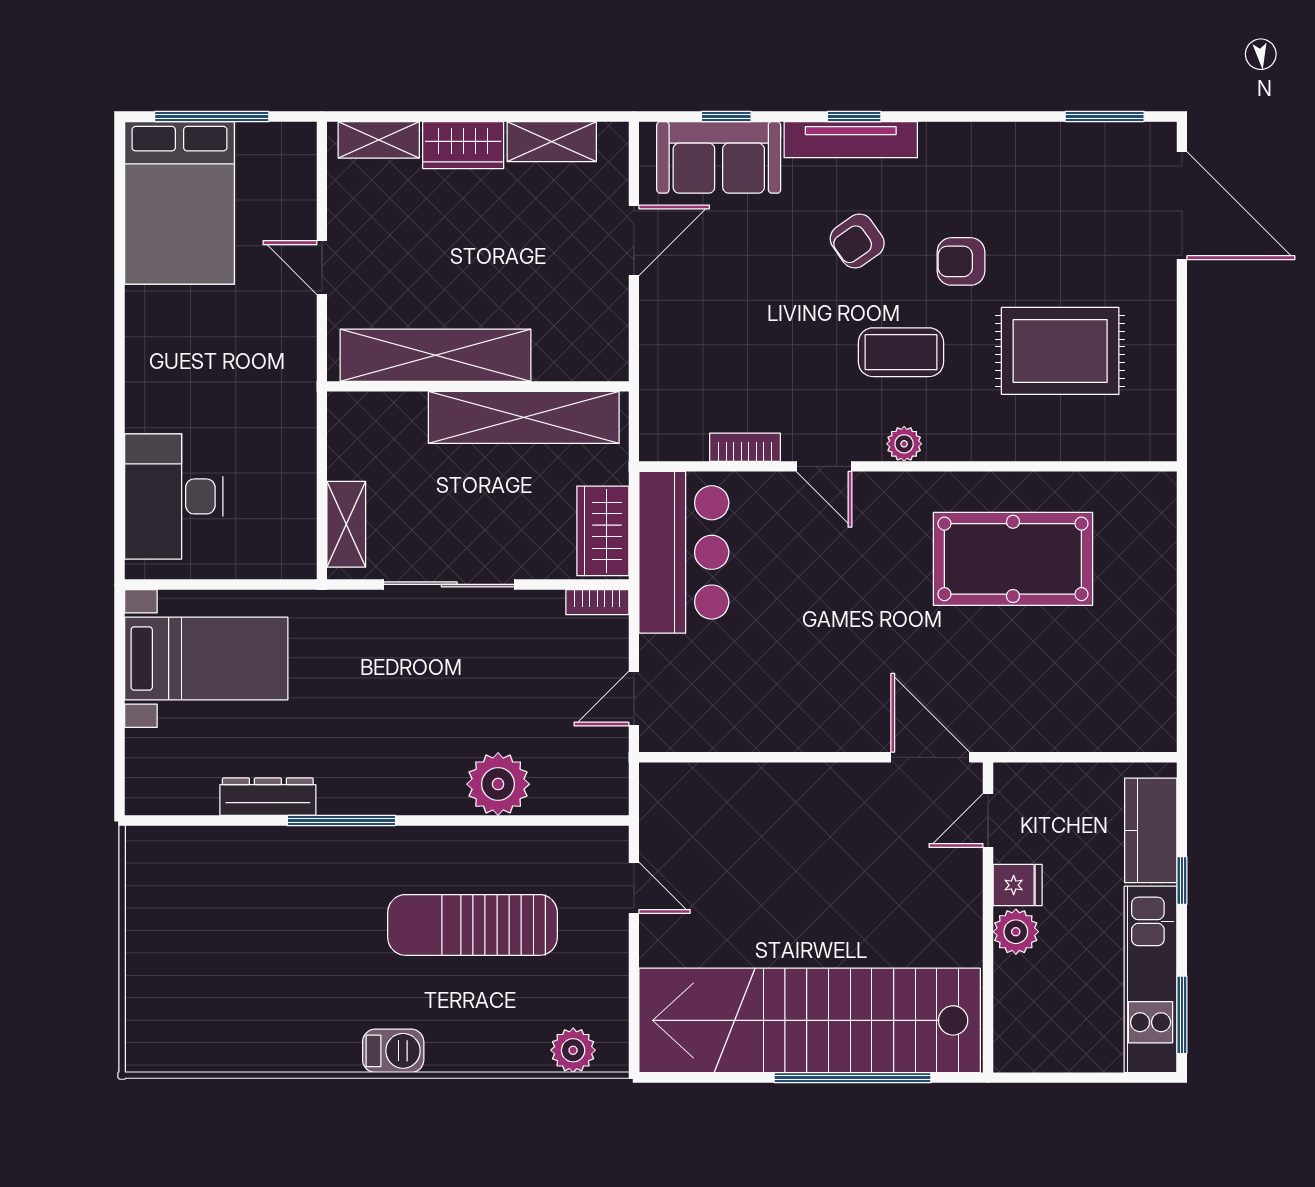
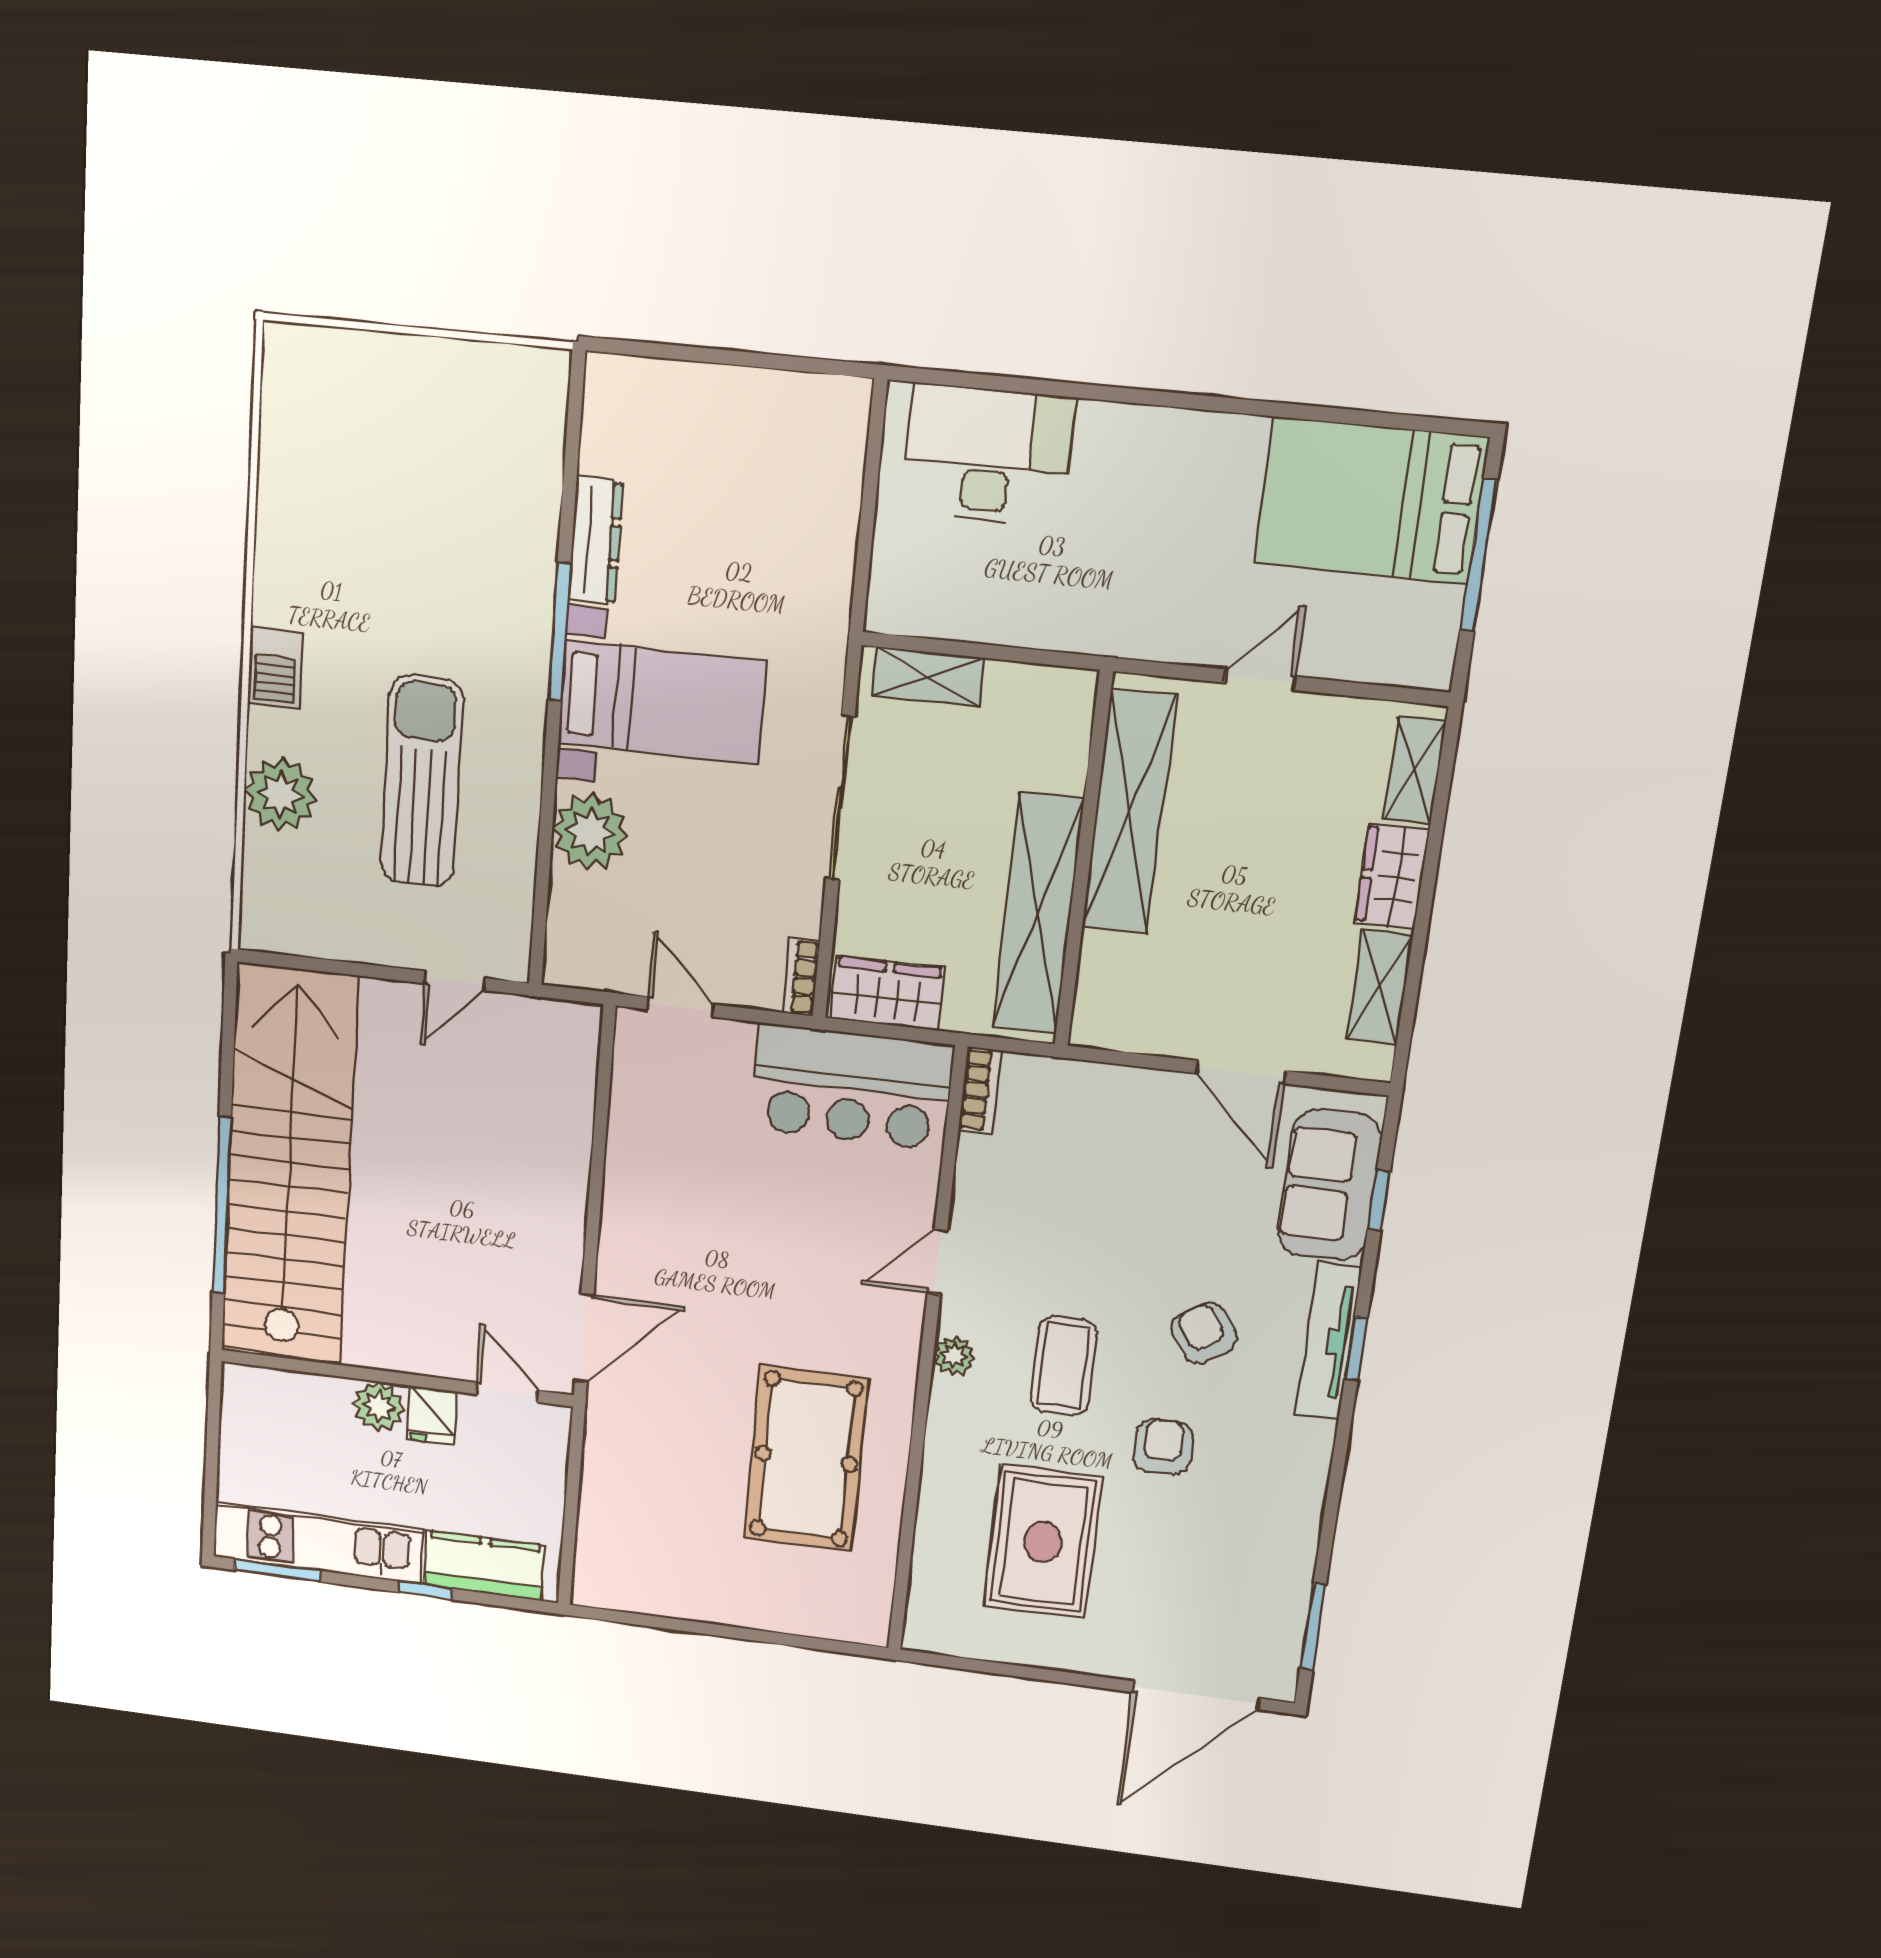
bookcase: (745, 447) -> (980, 1090), moved
bed with nightstands: (206, 658) -> (662, 702), moved, turned -90
plant: (573, 1050) -> (280, 794), moved, width x1.36, depth x1.36

